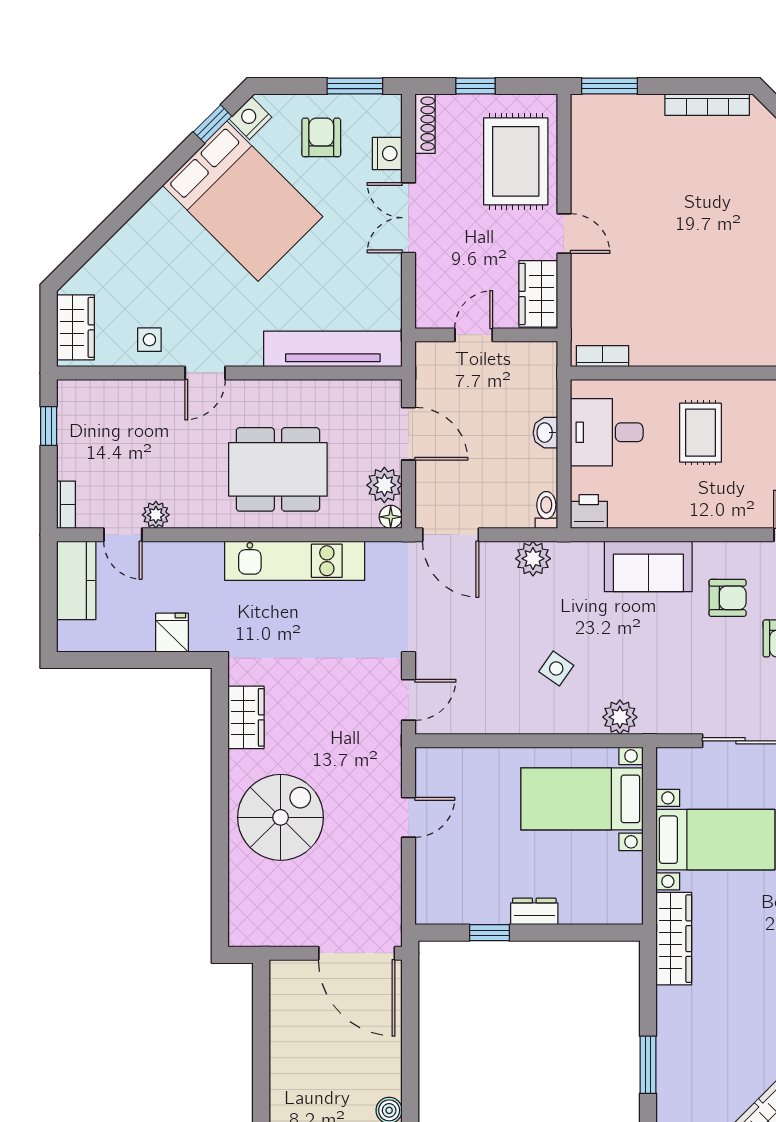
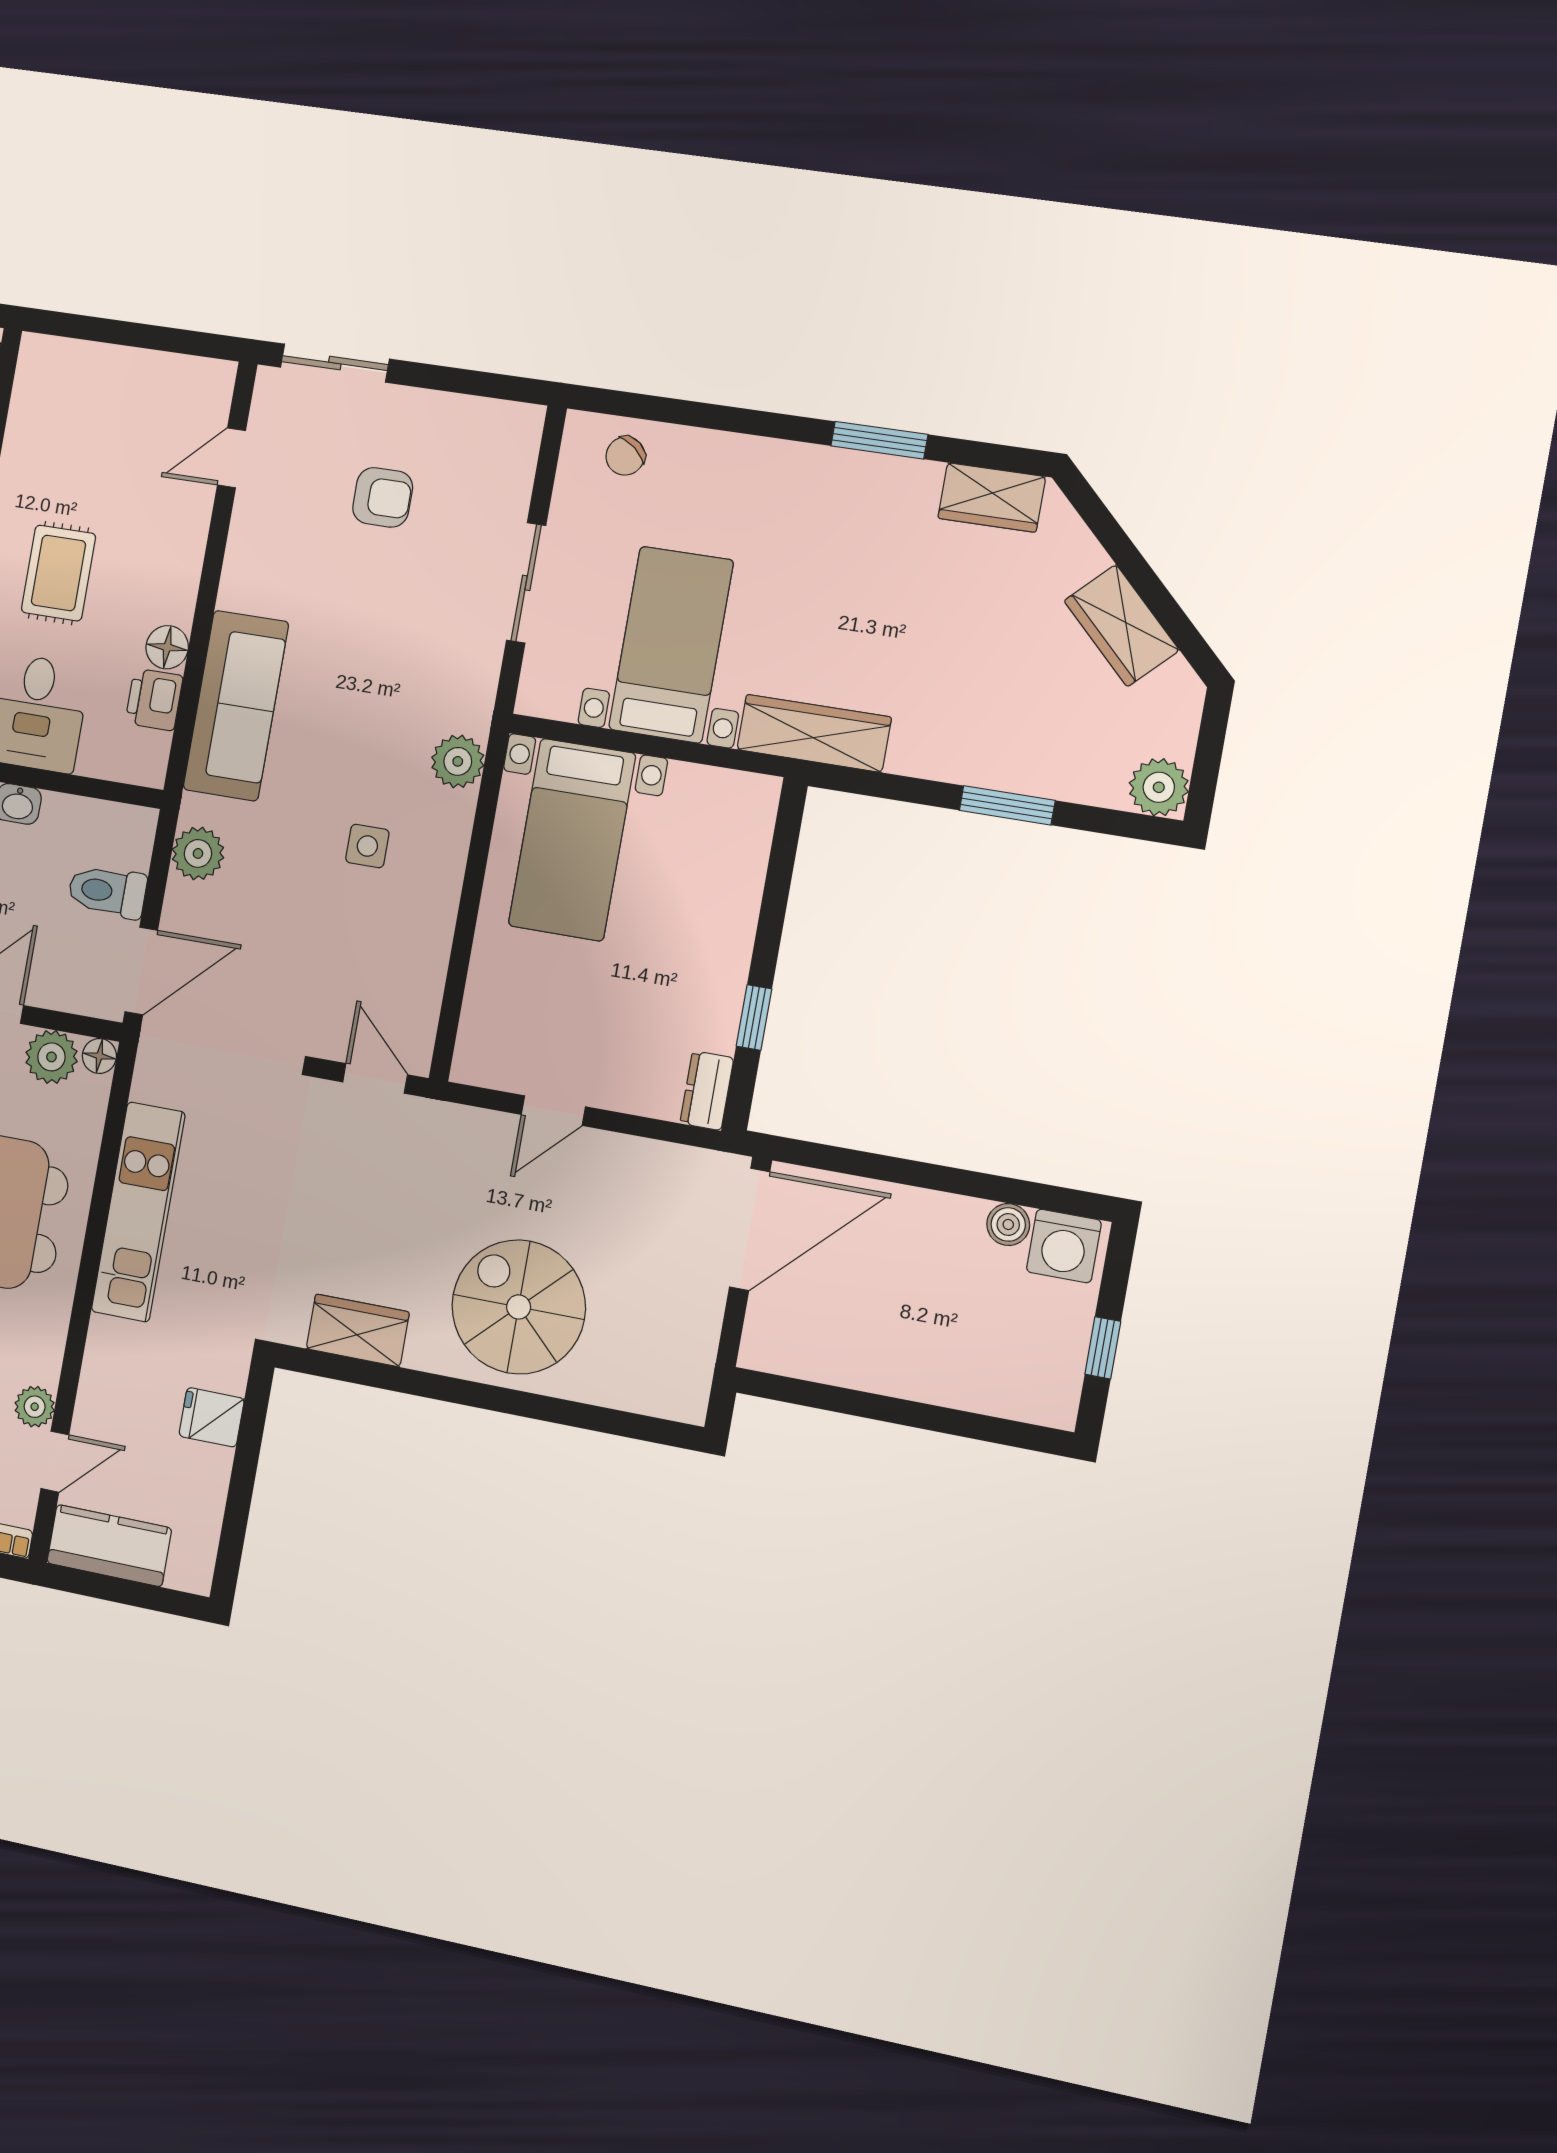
rug: (700, 433) -> (58, 573), turned 90
toilet: (546, 510) -> (107, 891), moved, width x1.37, depth x1.39
printer: (589, 511) -> (154, 700), moved
floor lamp: (663, 514) -> (167, 647), added
sofa: (648, 566) -> (236, 706), width x1.36
armchair: (728, 598) -> (308, 570), removed
side table: (556, 668) -> (367, 846), turned -35
door: (409, 817) -> (553, 1111), swing flipped
dresser: (534, 911) -> (707, 1091), moved

